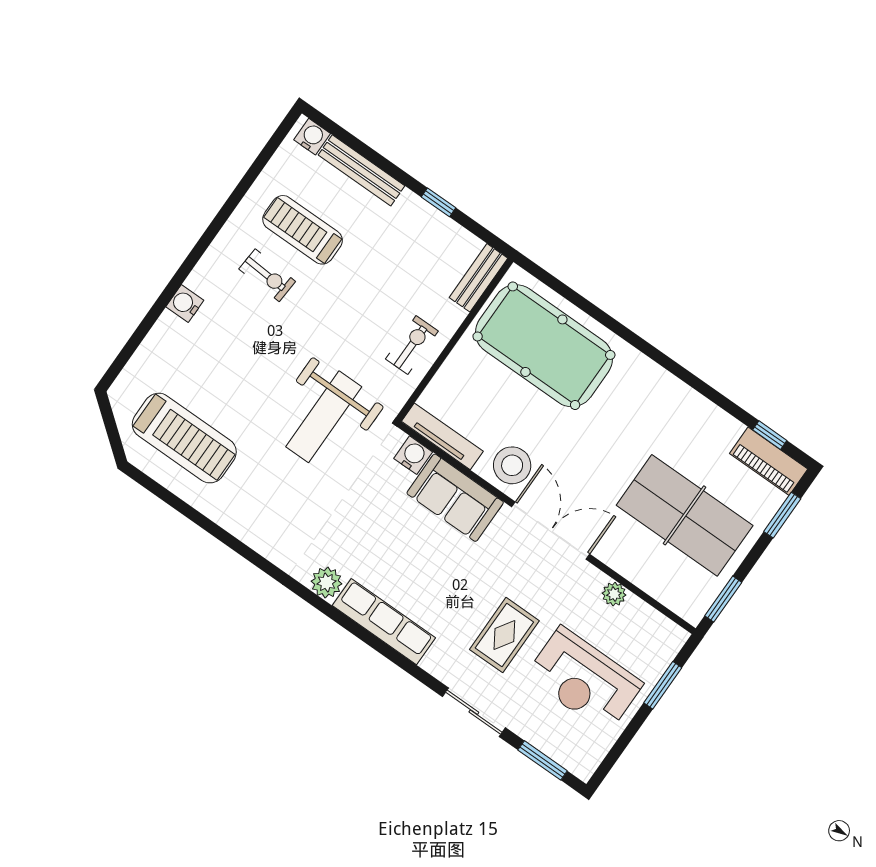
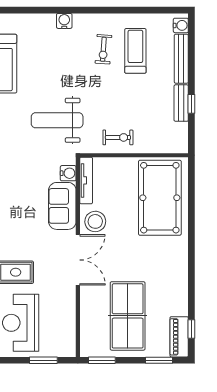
bench: (478, 278) -> (181, 103), moved, turned 90
plant: (614, 594) -> (69, 309), removed

